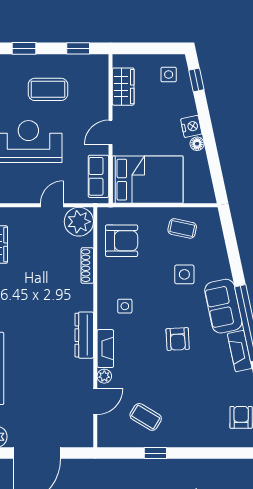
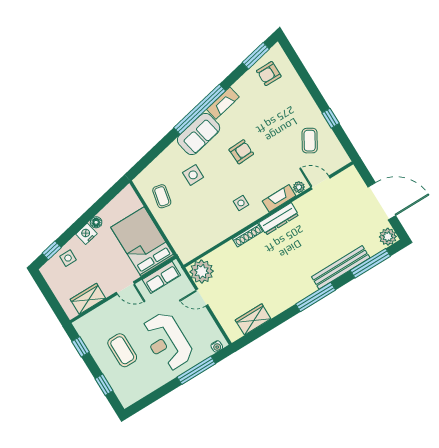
side table: (169, 75) -> (68, 258), moved
armchair: (122, 241) -> (197, 233), removed
shoe rack: (87, 266) -> (248, 235), moved

